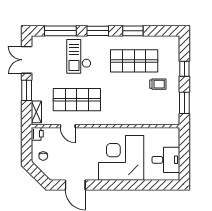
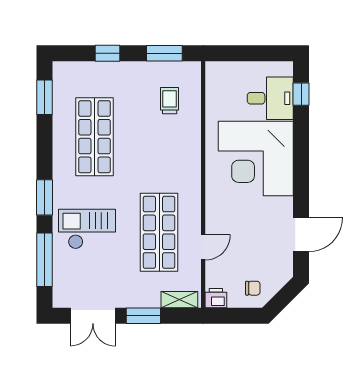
window: (133, 31) -> (44, 97), moved
checkout: (79, 56) -> (87, 229), turned 180
trolley: (158, 84) -> (170, 101), moved
desk: (166, 160) -> (270, 98), moved, turned 90
window: (160, 185) -> (301, 94), added

